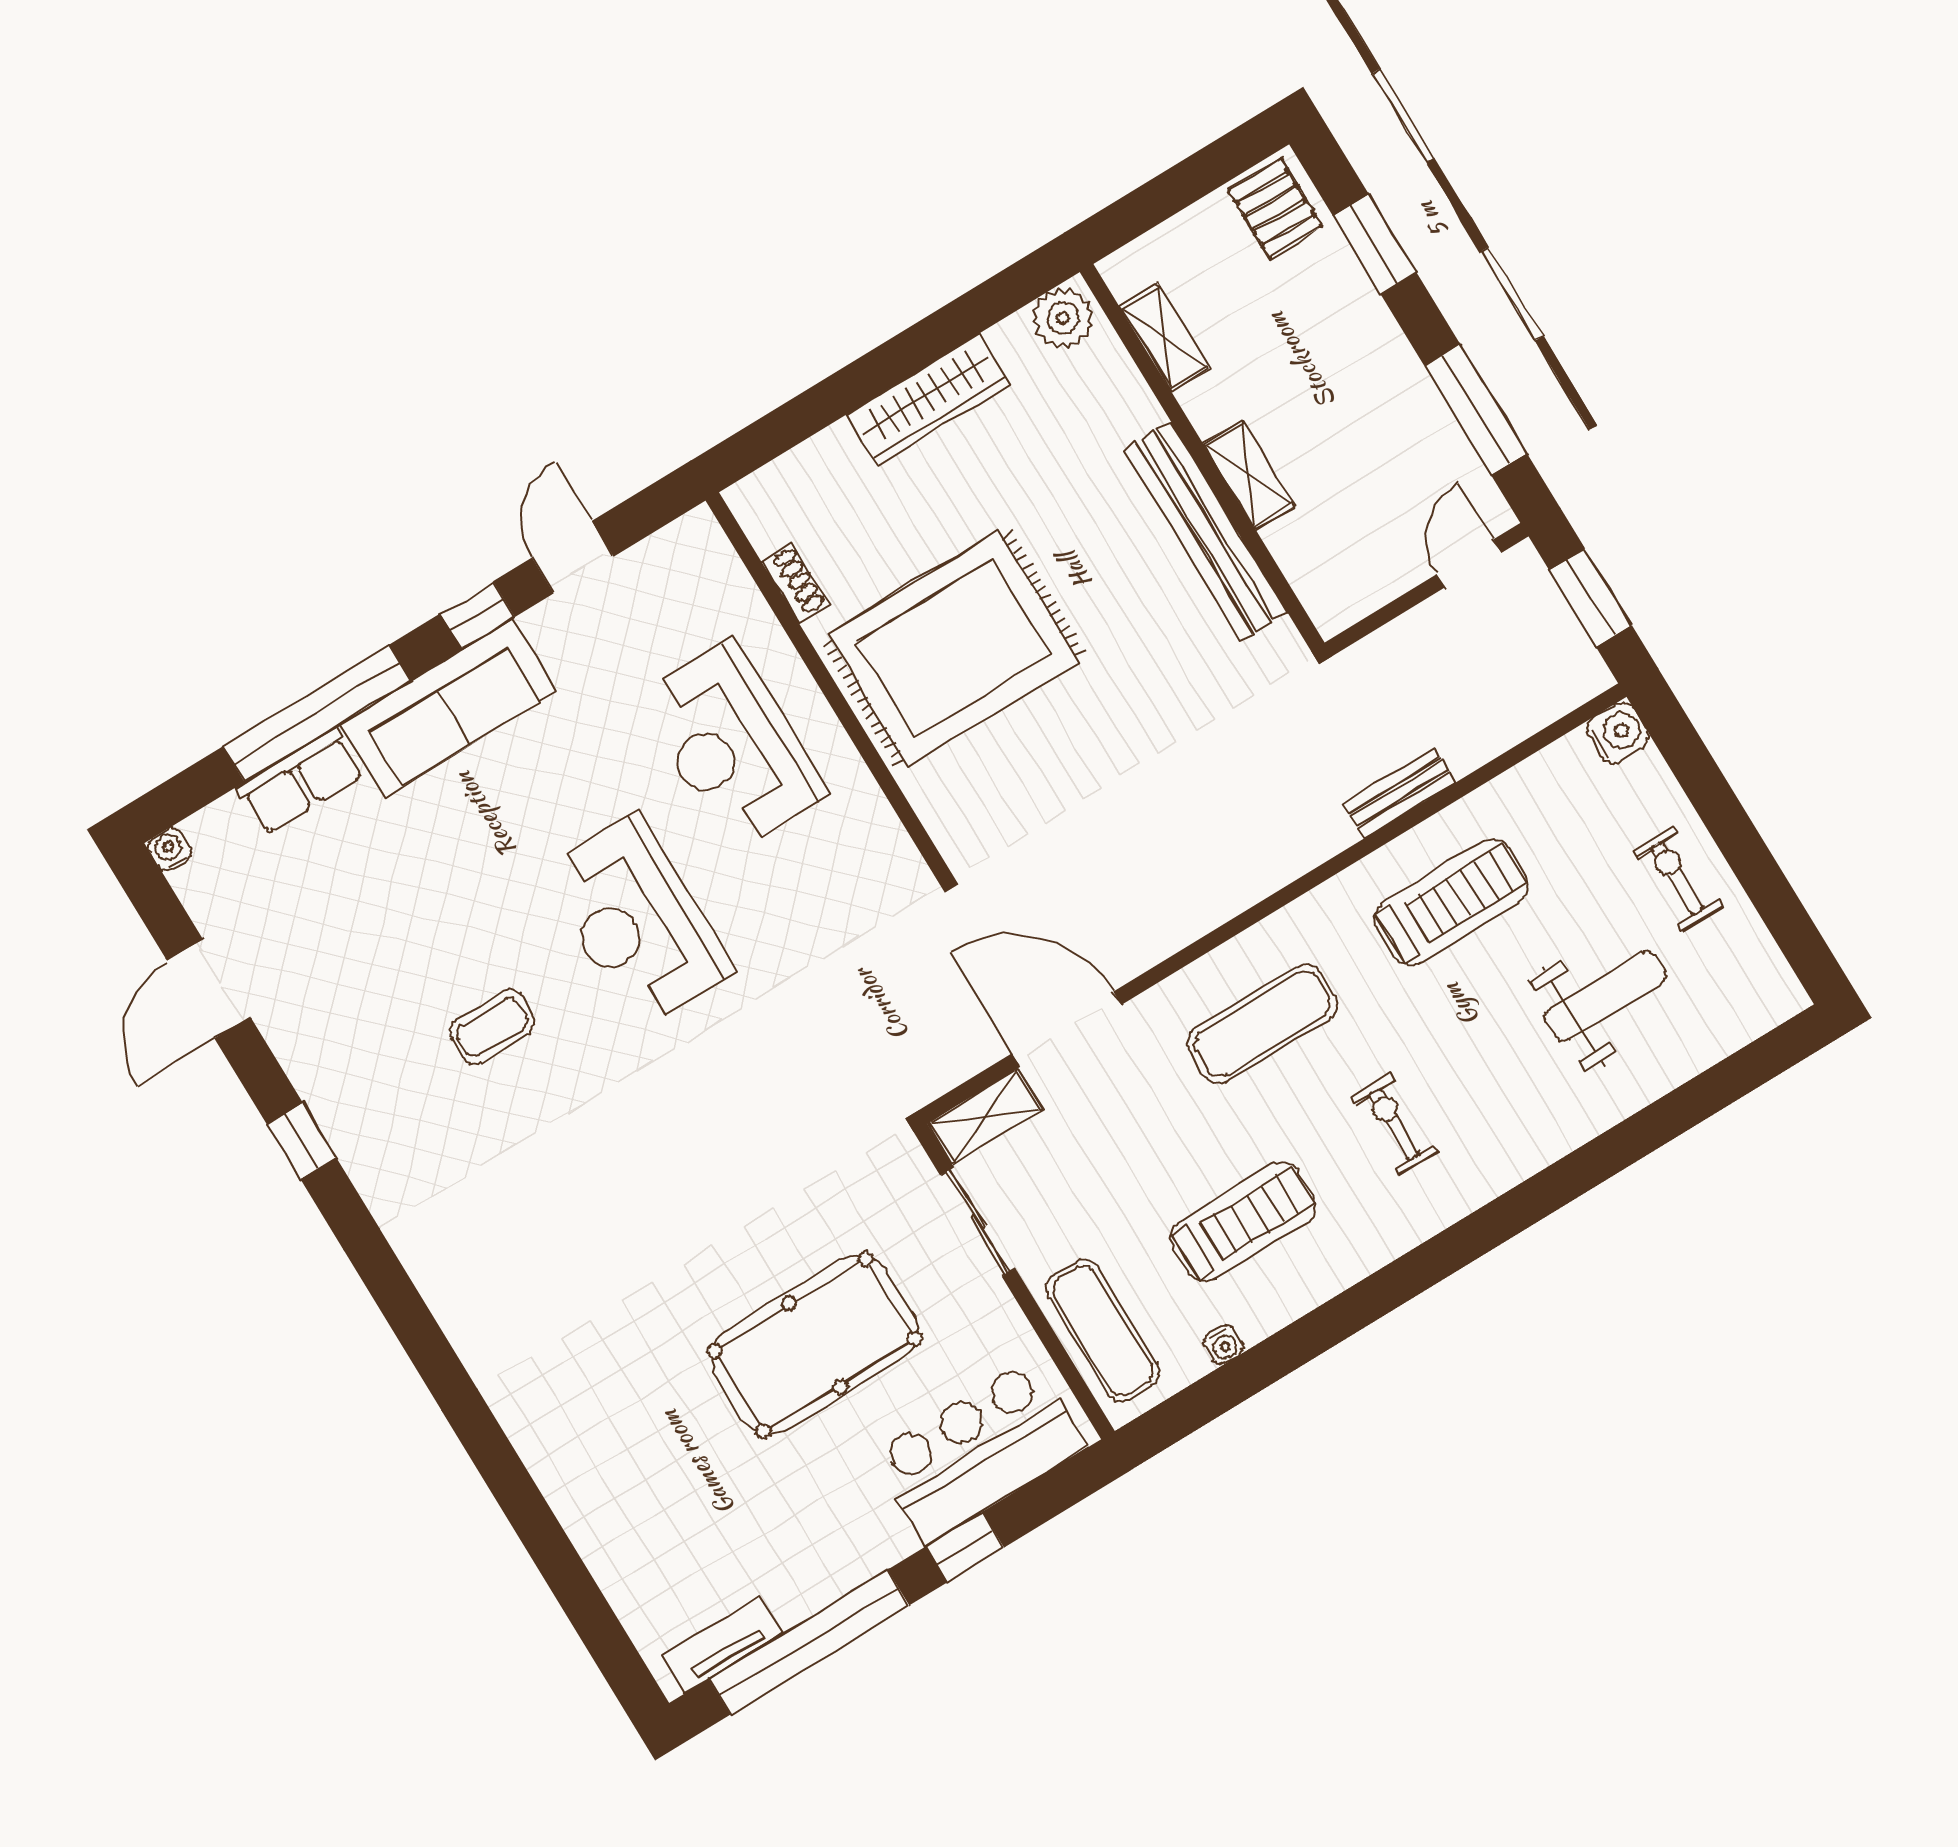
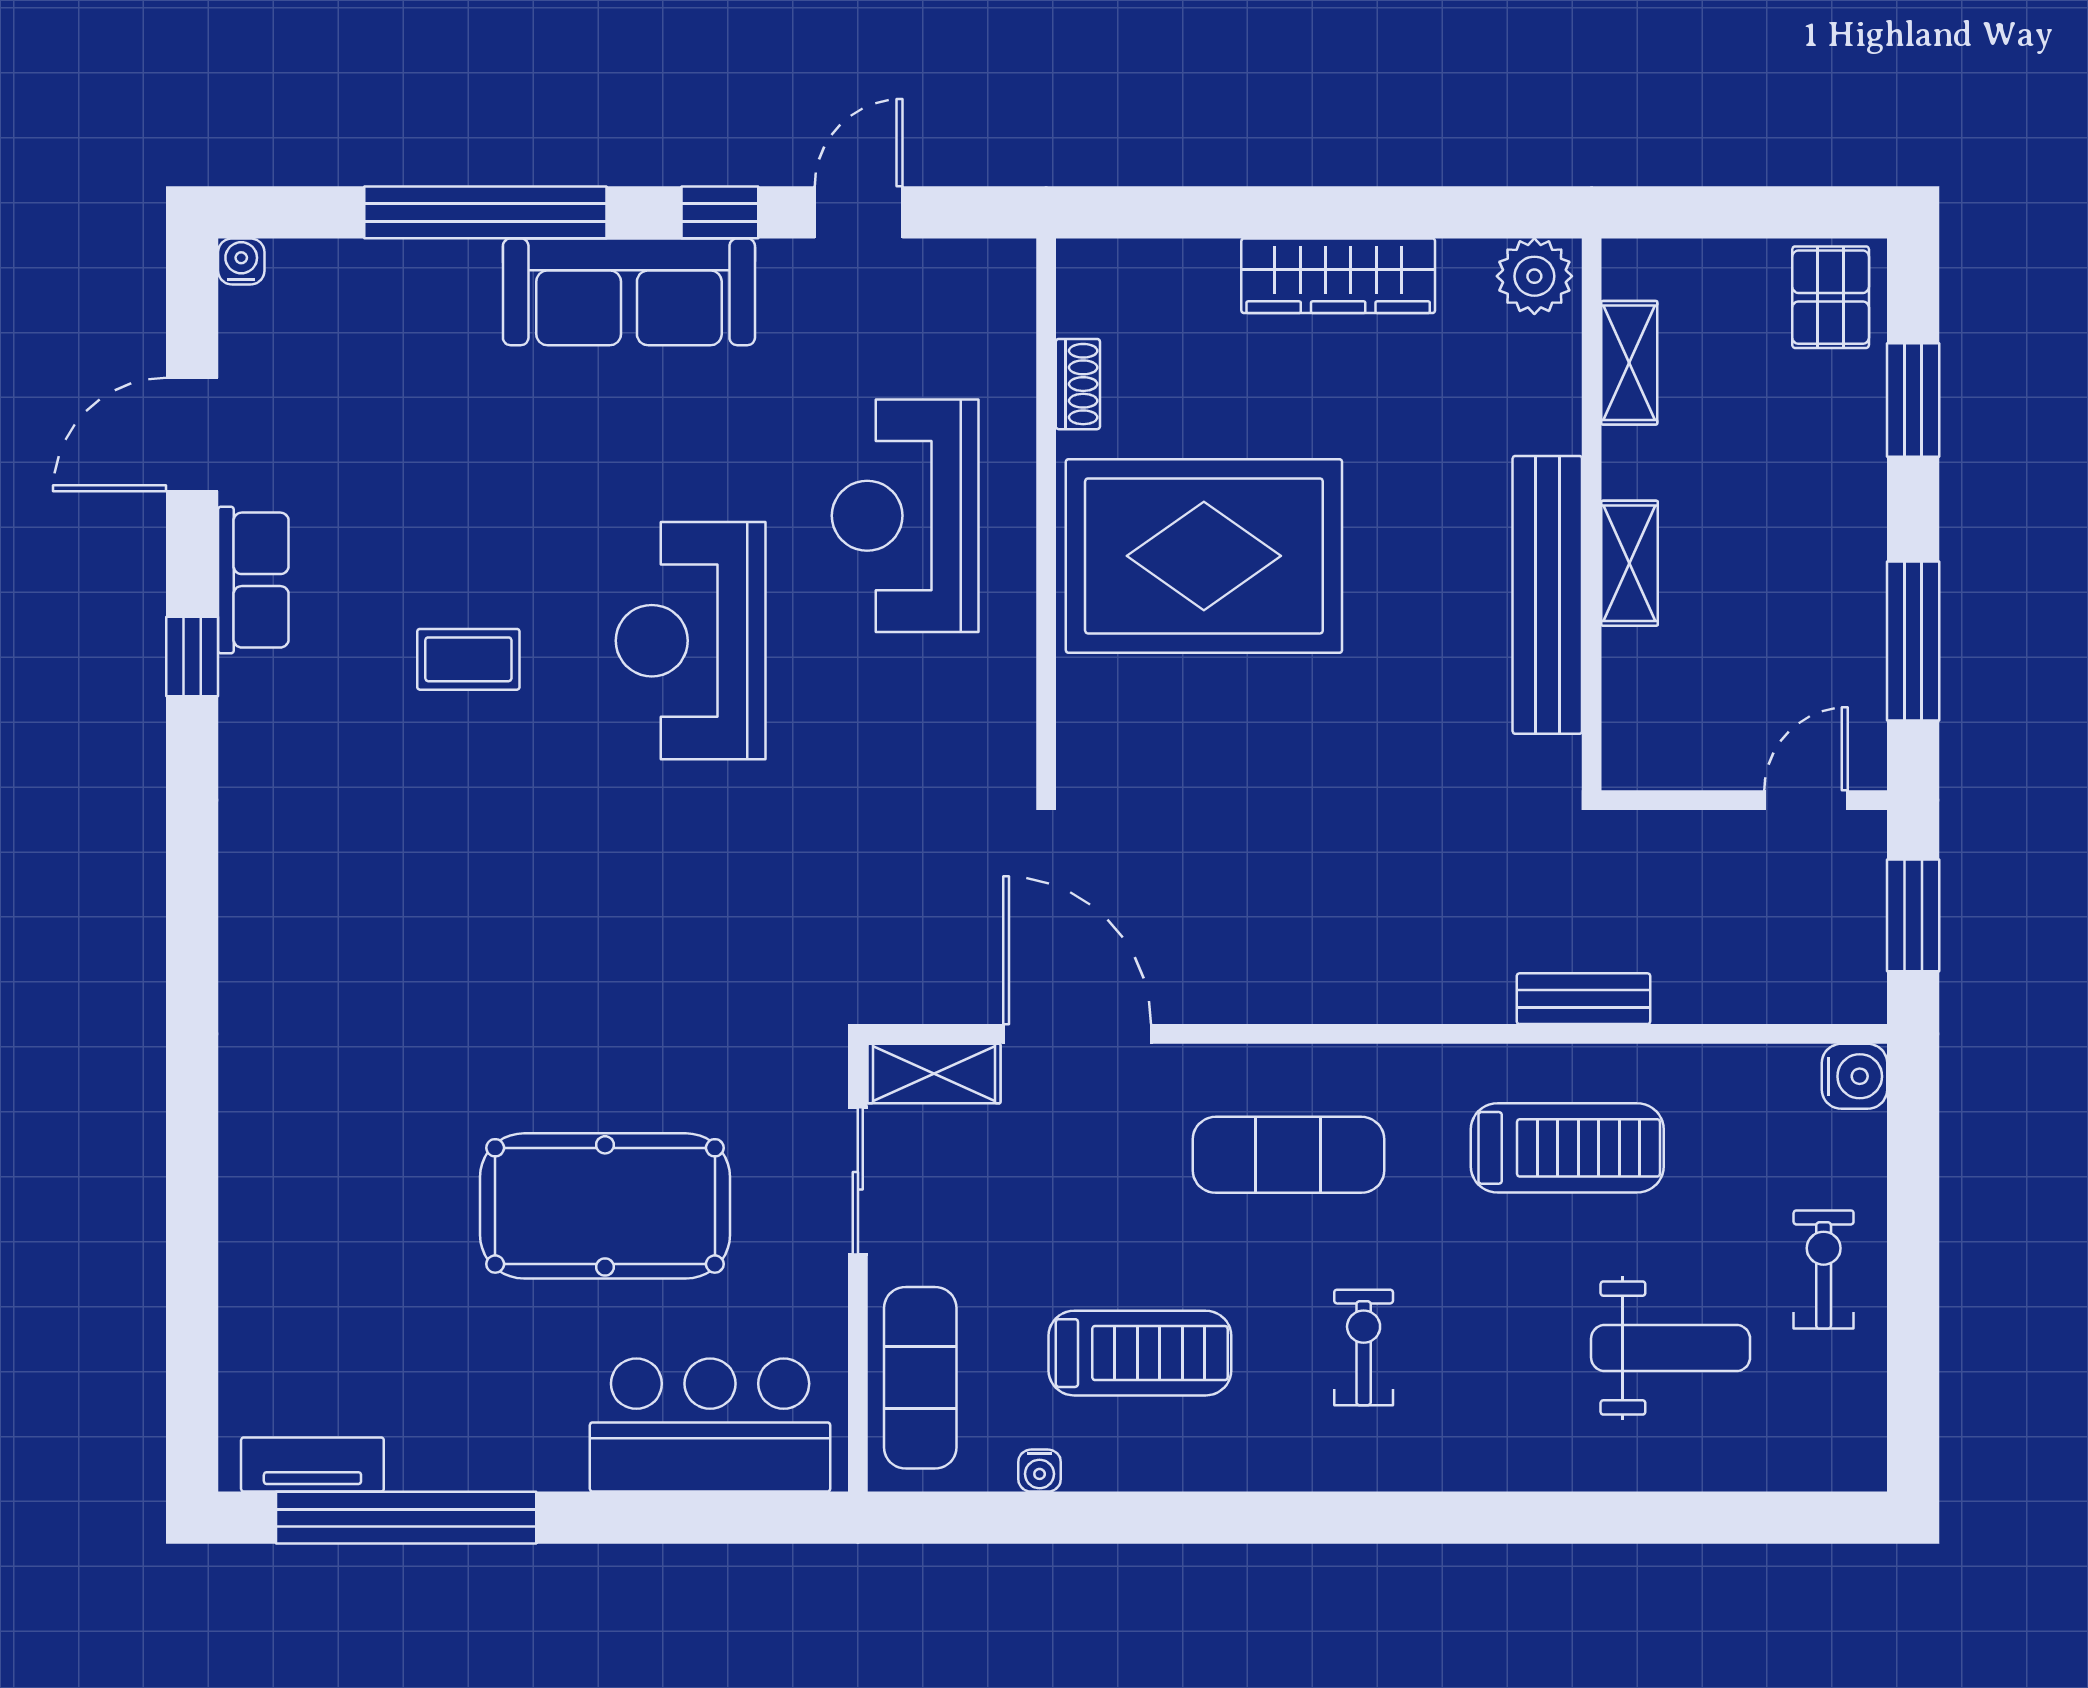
row of seats: (300, 781) -> (253, 580), moved, turned -90
window: (965, 1547) -> (633, 1518), removed

